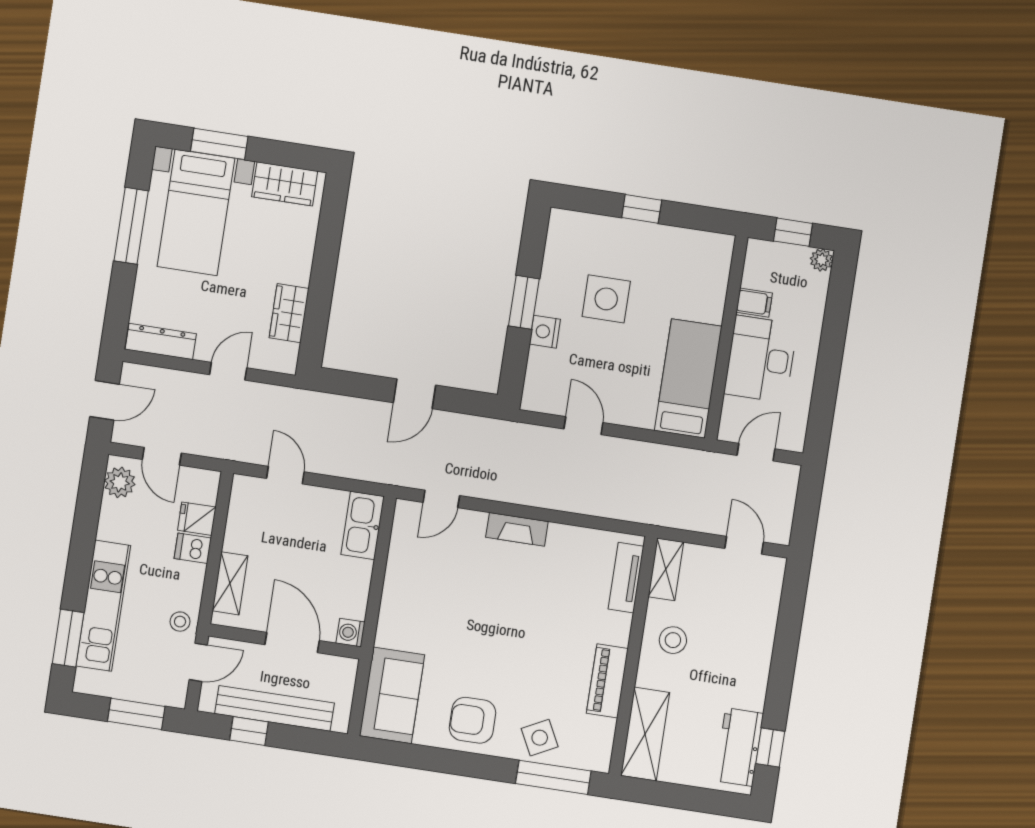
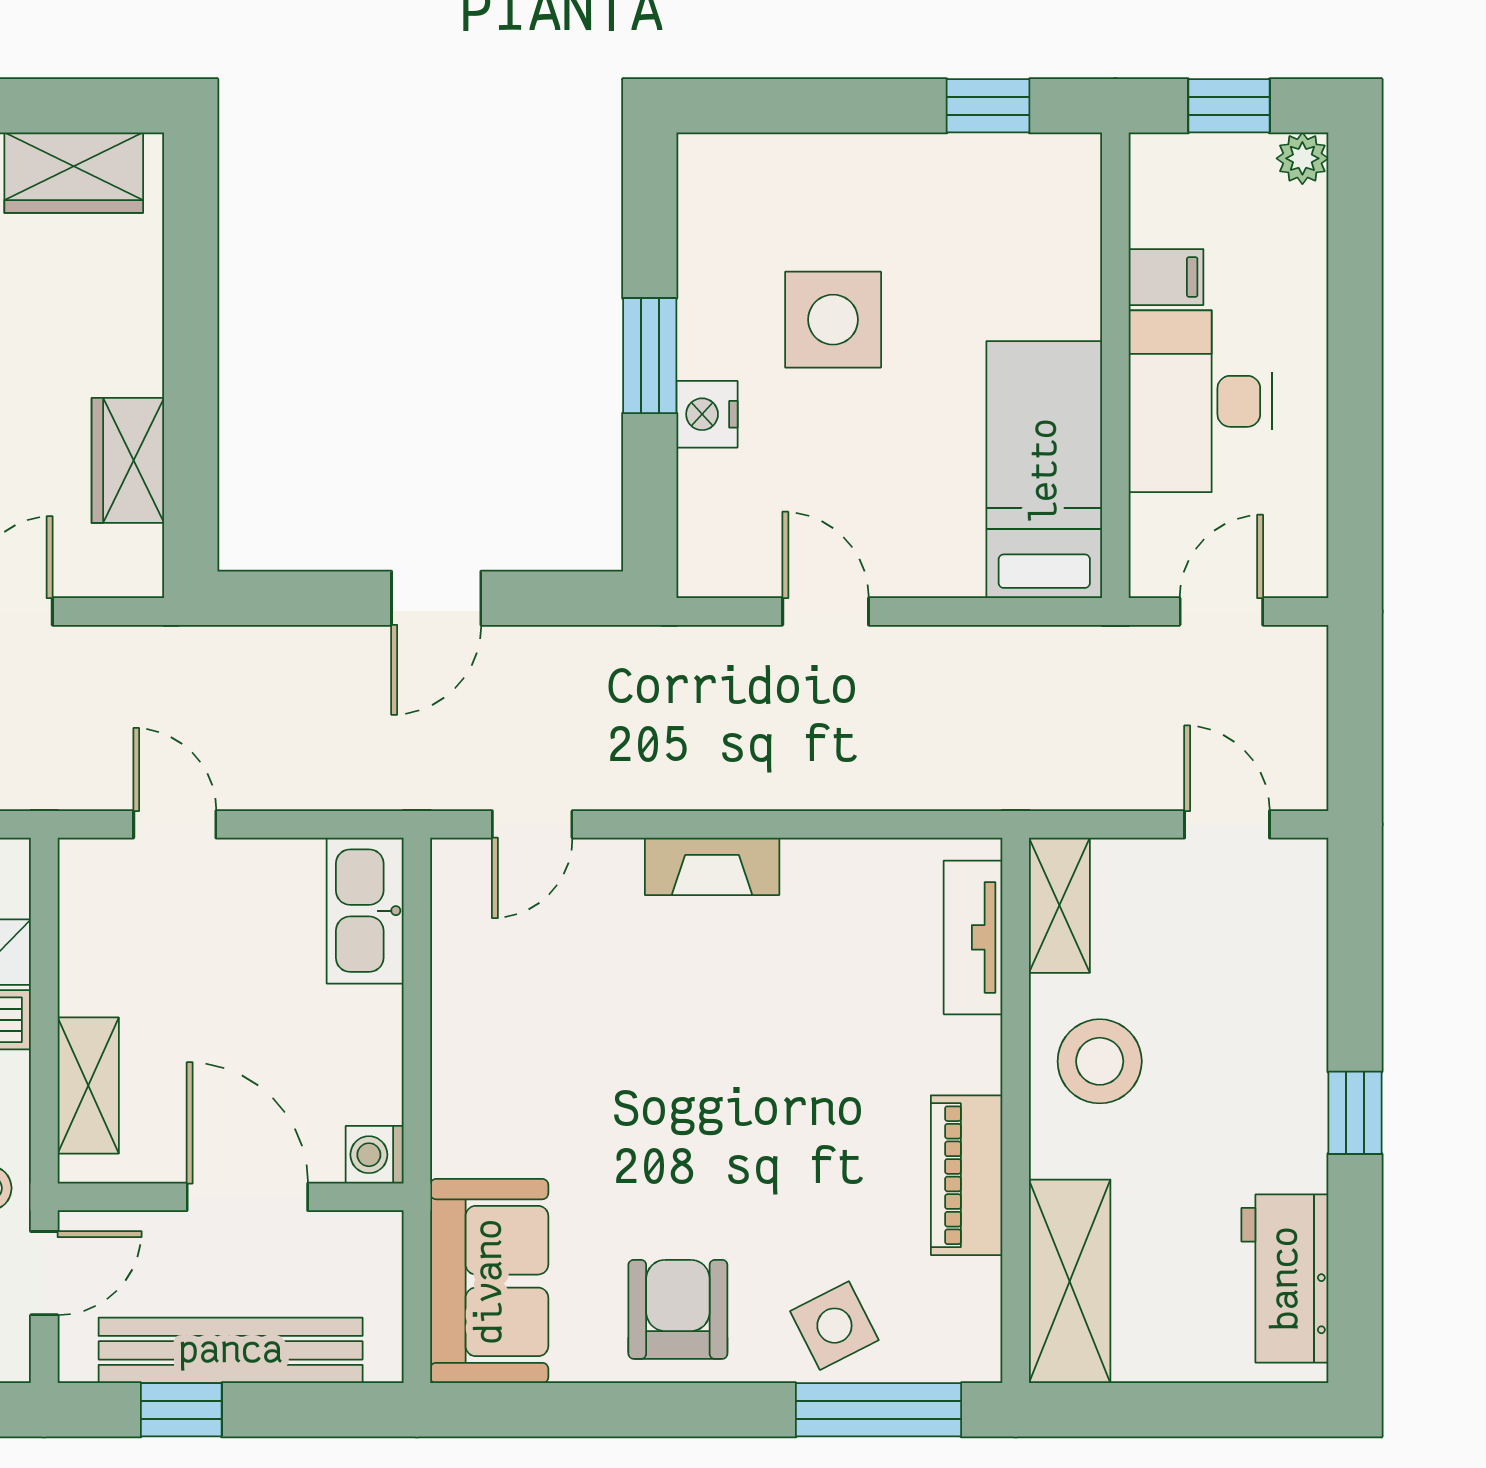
window: (642, 209) -> (988, 106), moved
stool: (673, 640) -> (1100, 1061), width x1.38, depth x1.38
armchair: (472, 720) -> (678, 1309), turned 90
window: (770, 747) -> (1355, 1113), moved

